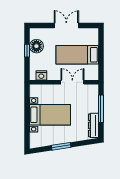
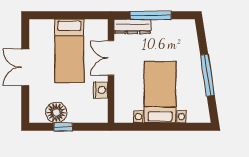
nightstand: (41, 75) -> (100, 90), moved
dresser: (94, 125) -> (133, 26), moved
window: (61, 146) -> (207, 75), width x1.44

